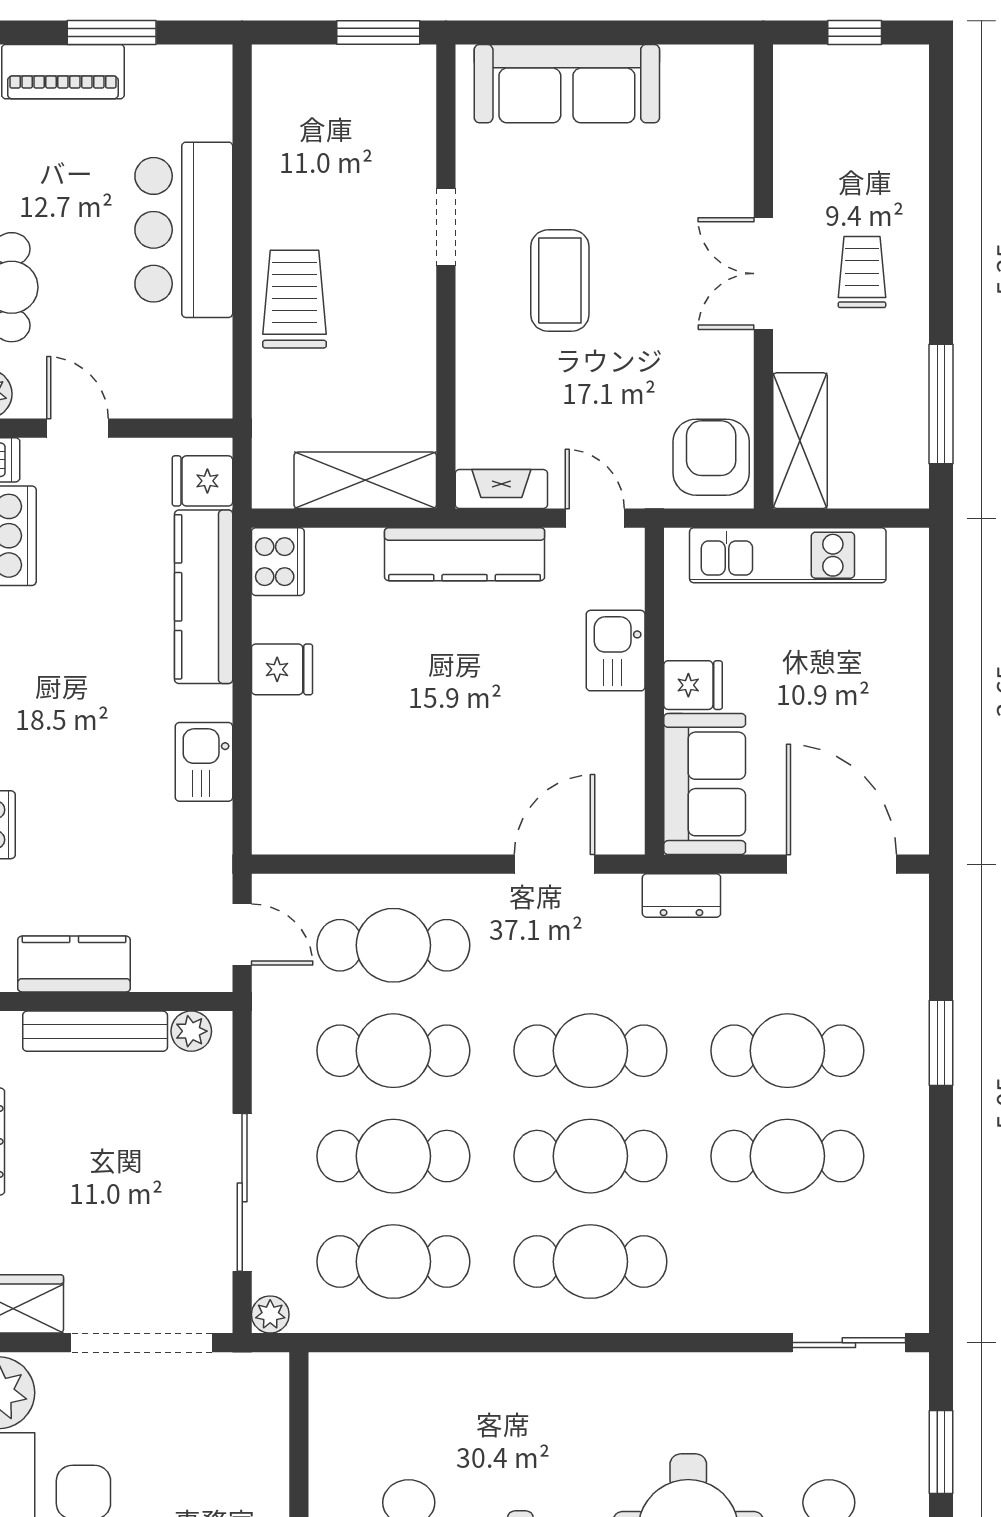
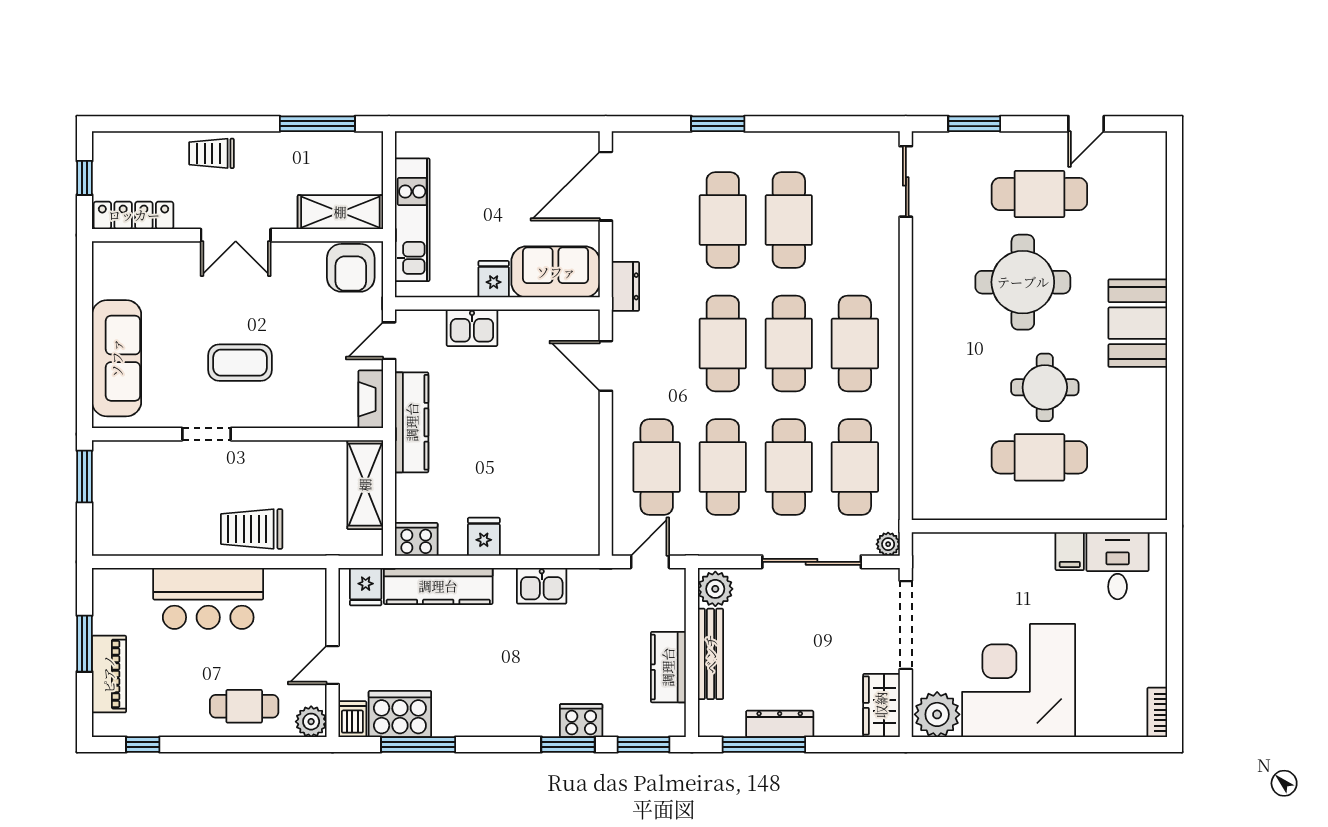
locker: (795, 111) -> (134, 215), added
trolley: (862, 272) -> (212, 153), moved
armchair: (711, 457) -> (351, 268), turned -90
plant: (191, 1031) -> (715, 589), width x1.38, depth x1.38

